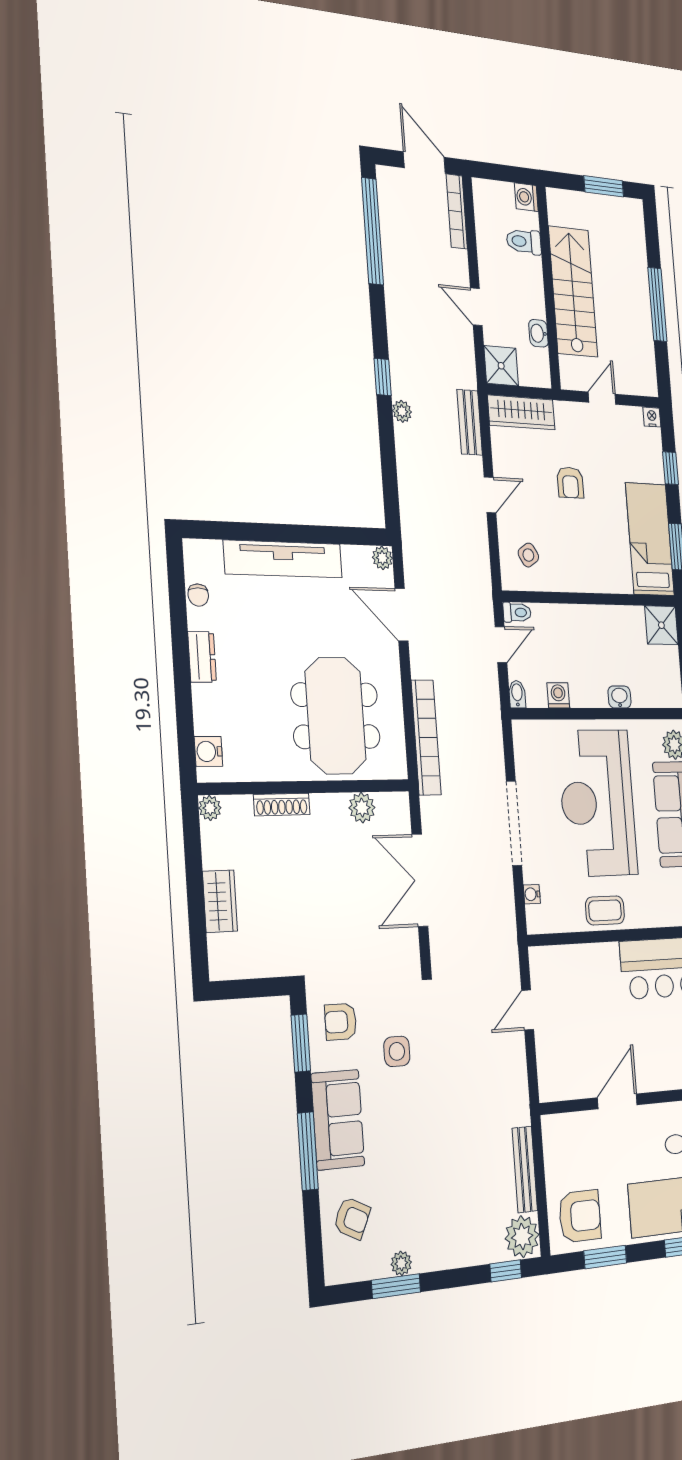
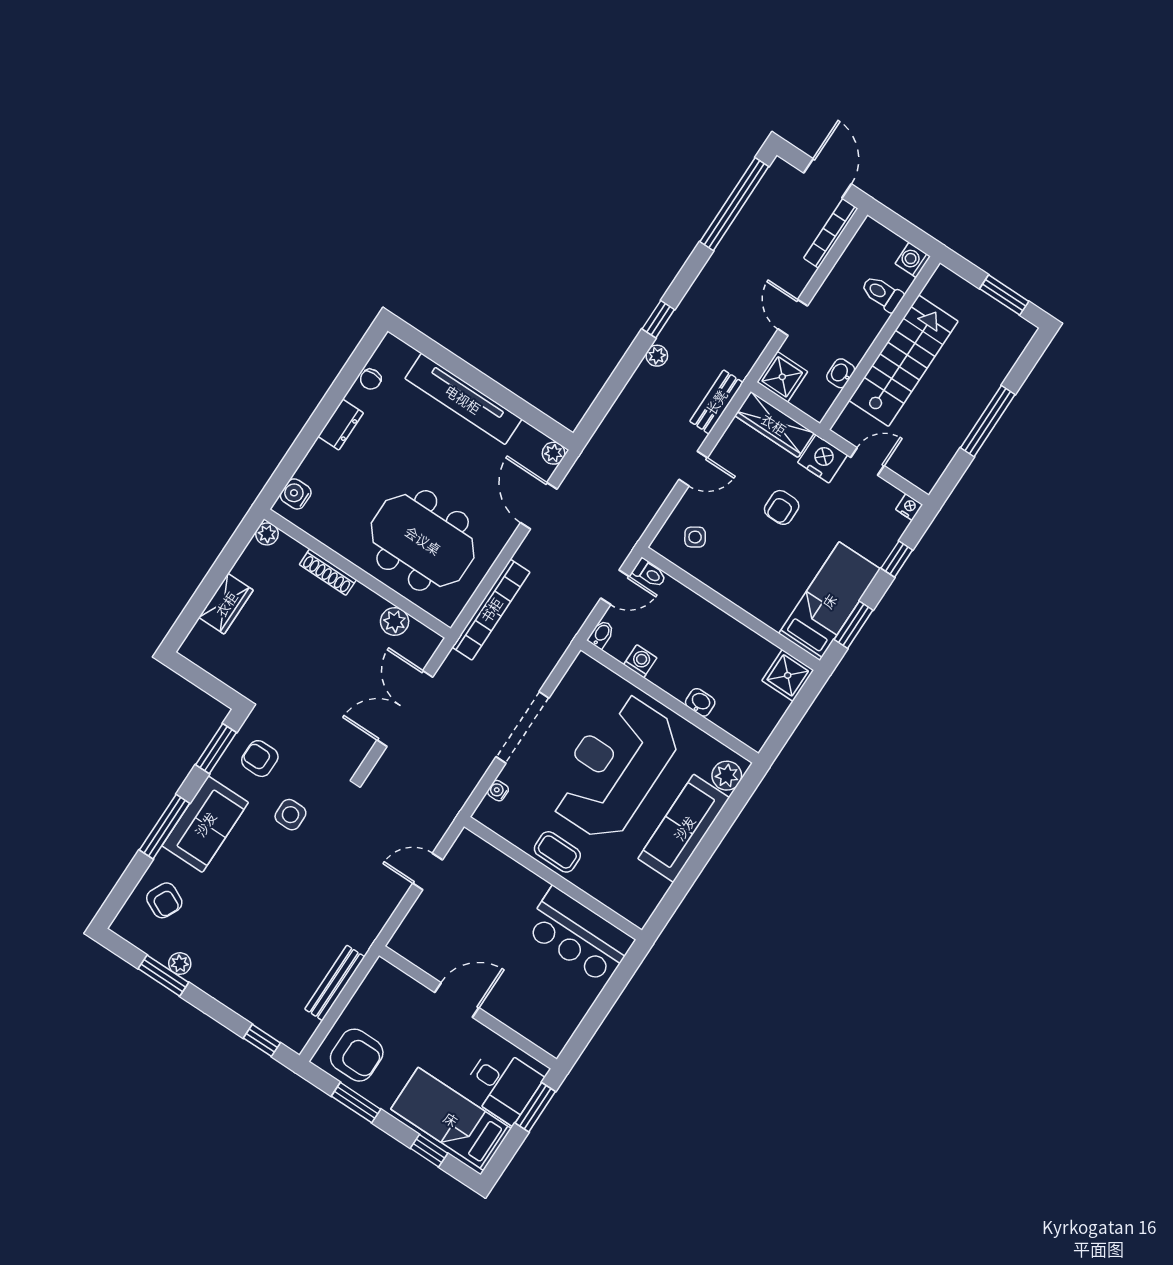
nightstand: (572, 418) -> (822, 459), added
meeting table: (336, 716) -> (423, 540), turned 90
plant: (522, 1237) -> (295, 1028), removed

